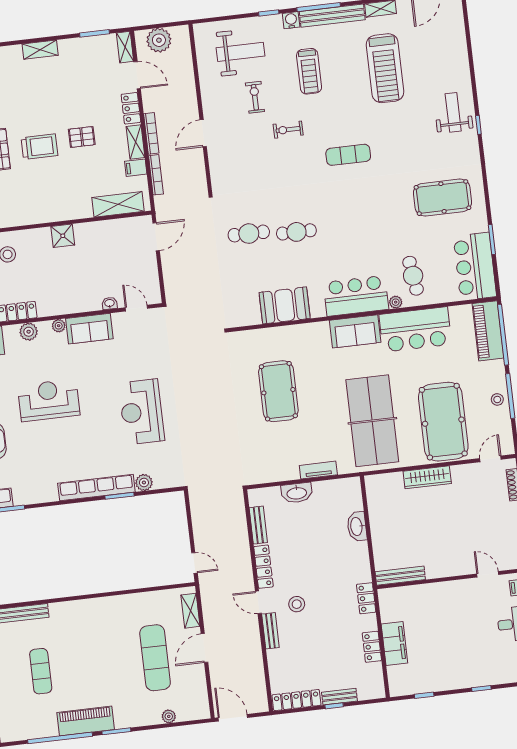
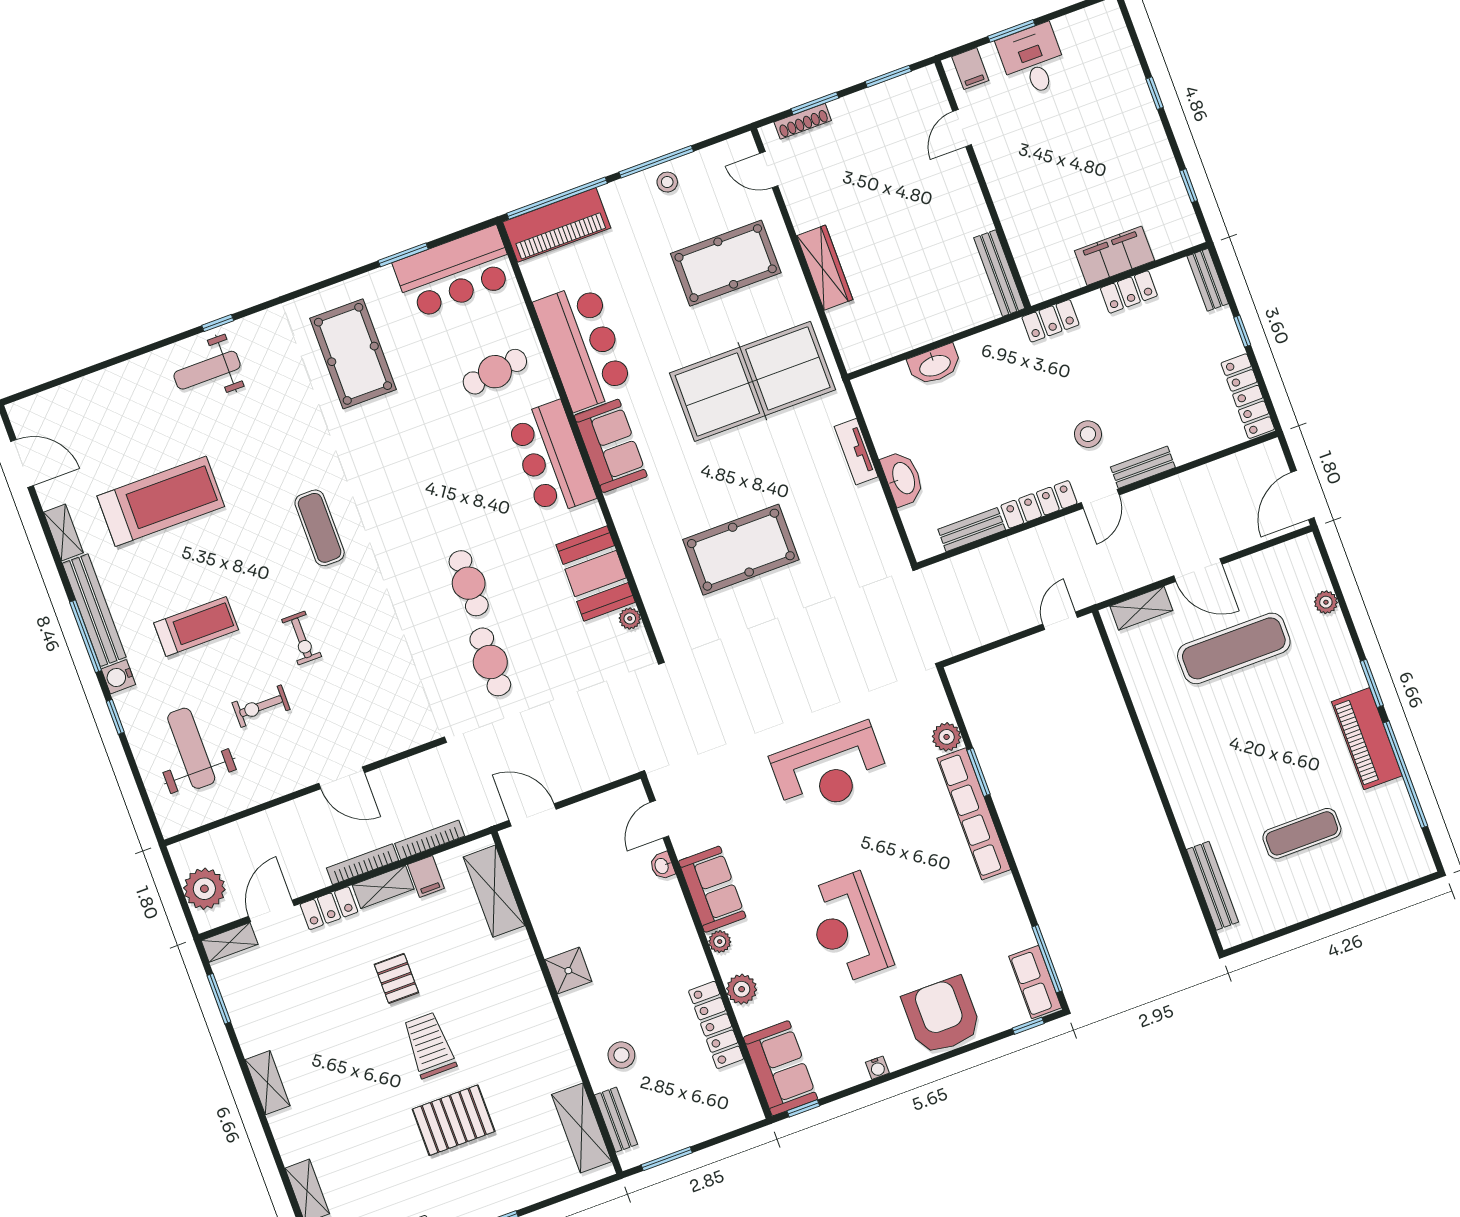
plant: (396, 302) -> (630, 618), moved
pool table: (443, 422) -> (726, 263), width x0.73, depth x0.76
bench: (339, 697) -> (1208, 280), moved

